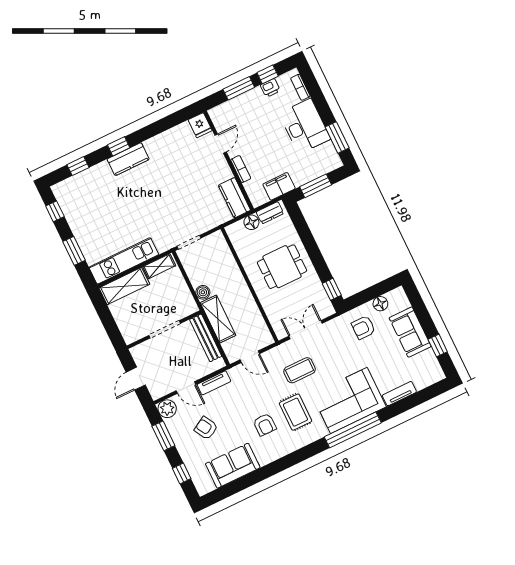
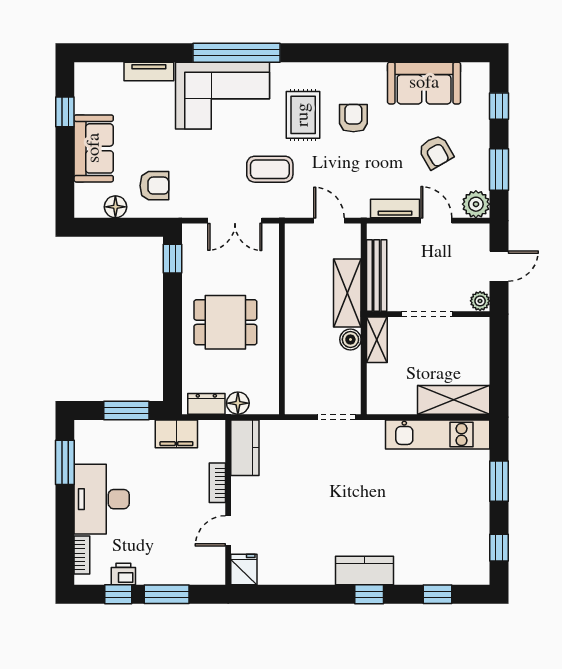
shelving: (159, 266) -> (377, 340), moved, turned 90
plant: (137, 352) -> (480, 301), added

